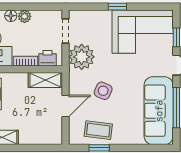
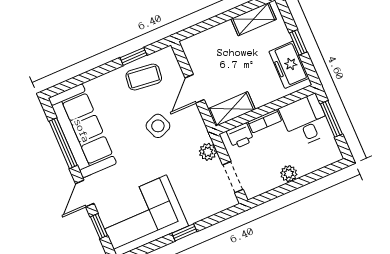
floor lamp: (11, 16) -> (305, 167), removed
plant: (82, 57) -> (208, 152), width x0.53, depth x0.53
side table: (103, 91) -> (158, 126), turned 45

